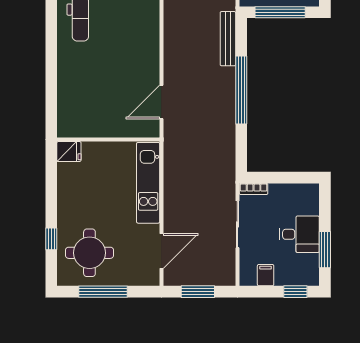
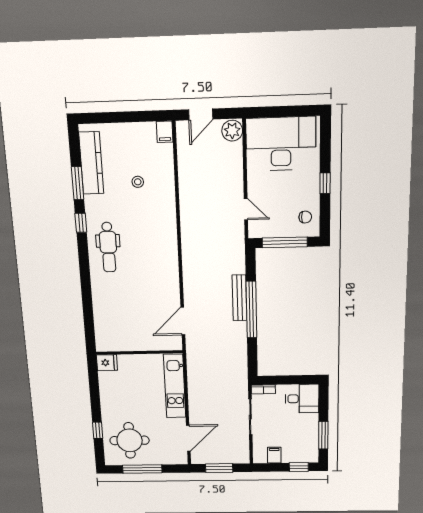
bench: (228, 39) -> (239, 298), moved
desk: (299, 234) -> (302, 399), moved

